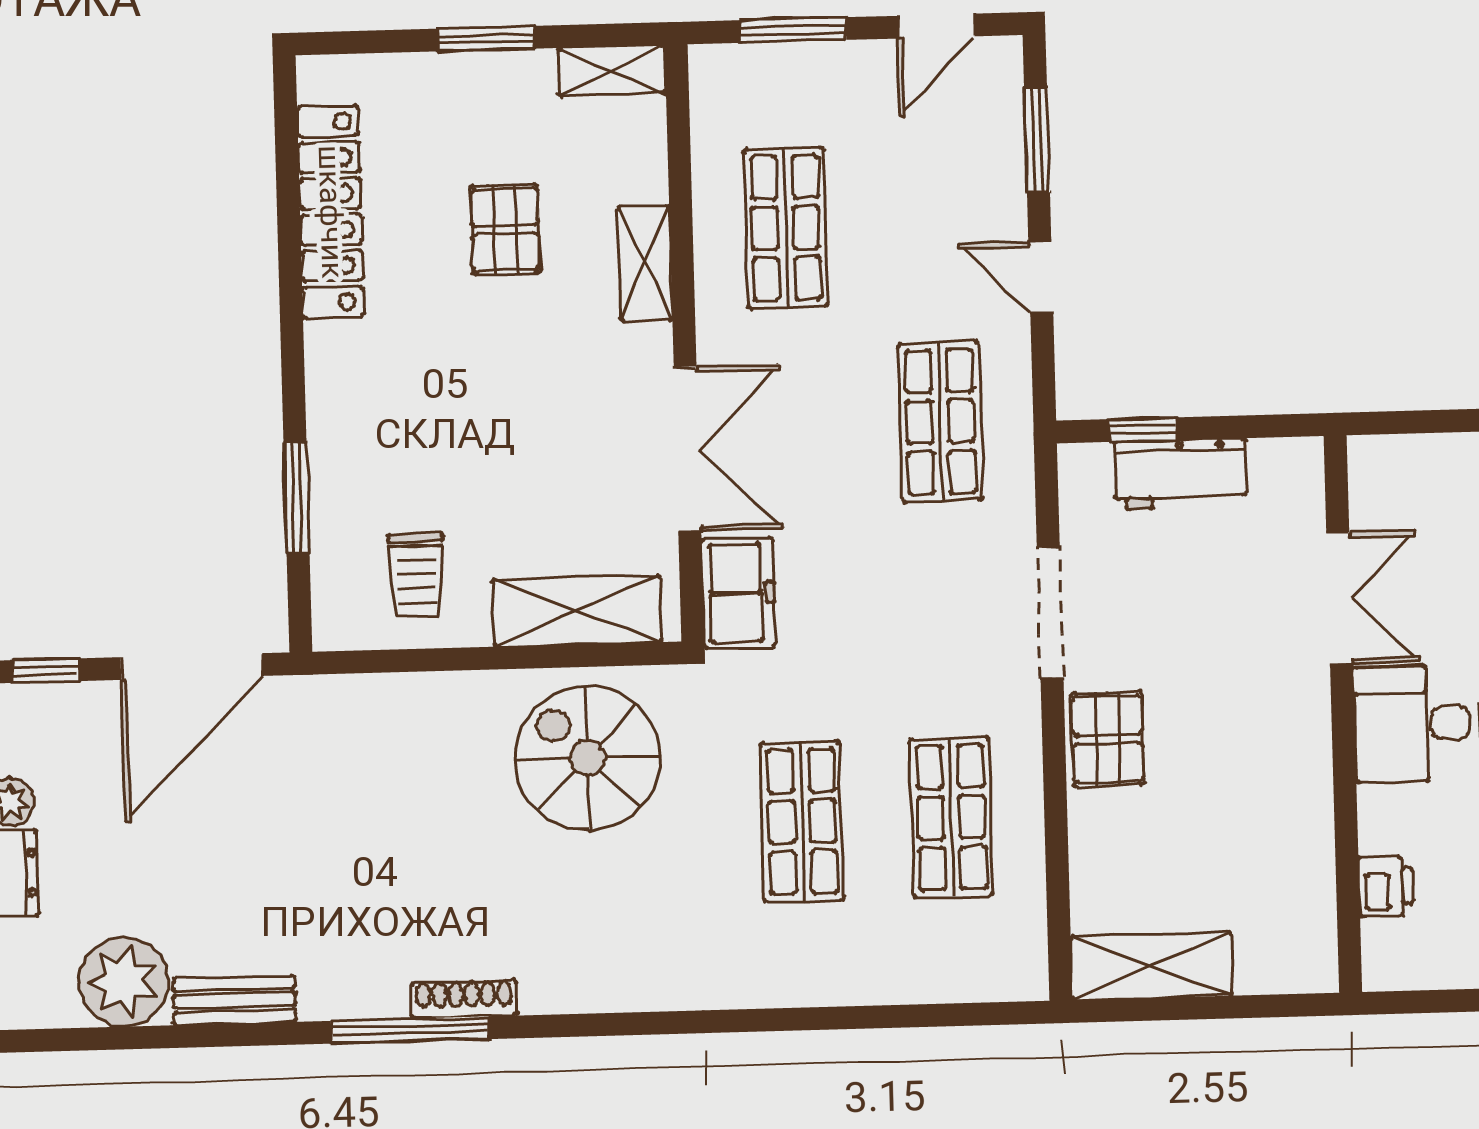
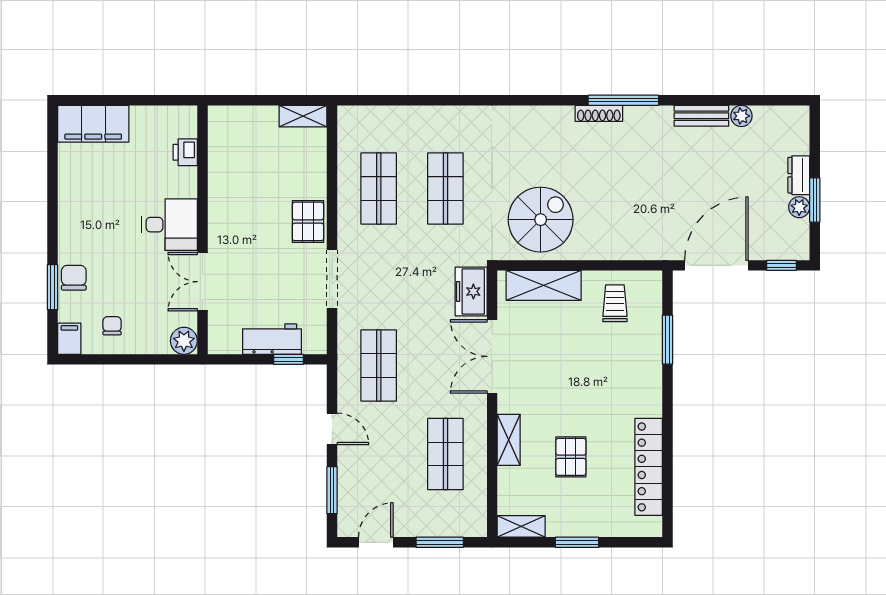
plant: (1377, 465) -> (184, 341), added
spiral stairs: (588, 758) -> (541, 220), turned -90
shelving: (1152, 966) -> (303, 116), width x0.67, depth x0.75
plant: (124, 982) -> (741, 116), width x0.53, depth x0.53

